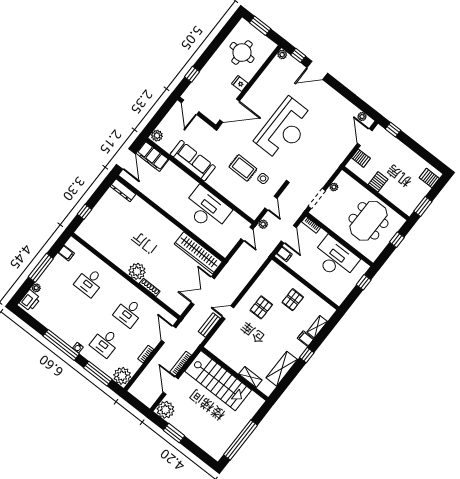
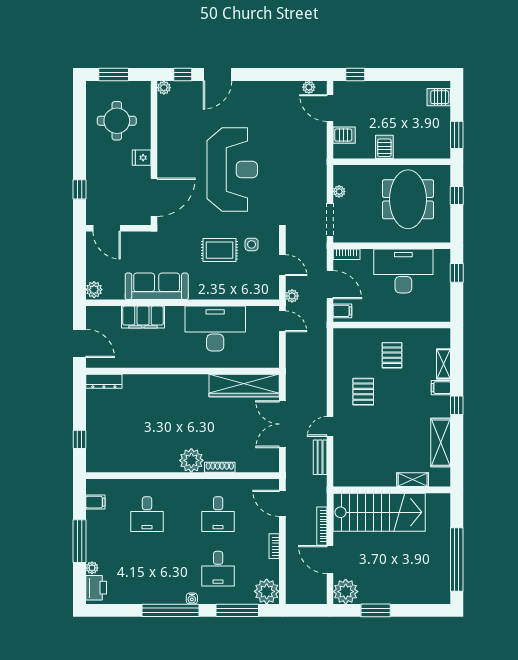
filing cabinet: (152, 156) -> (143, 317), moved

